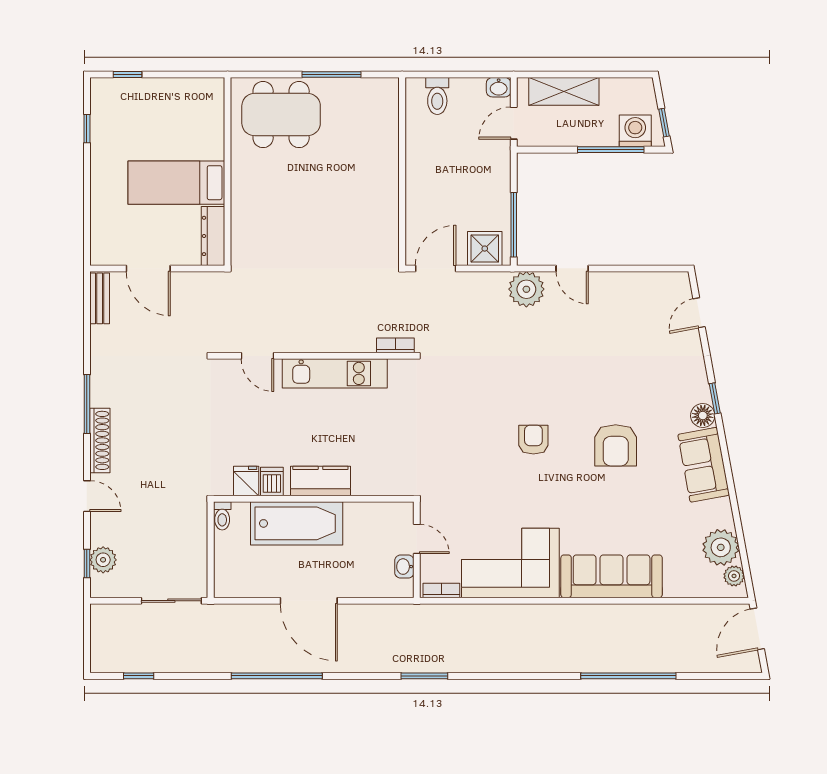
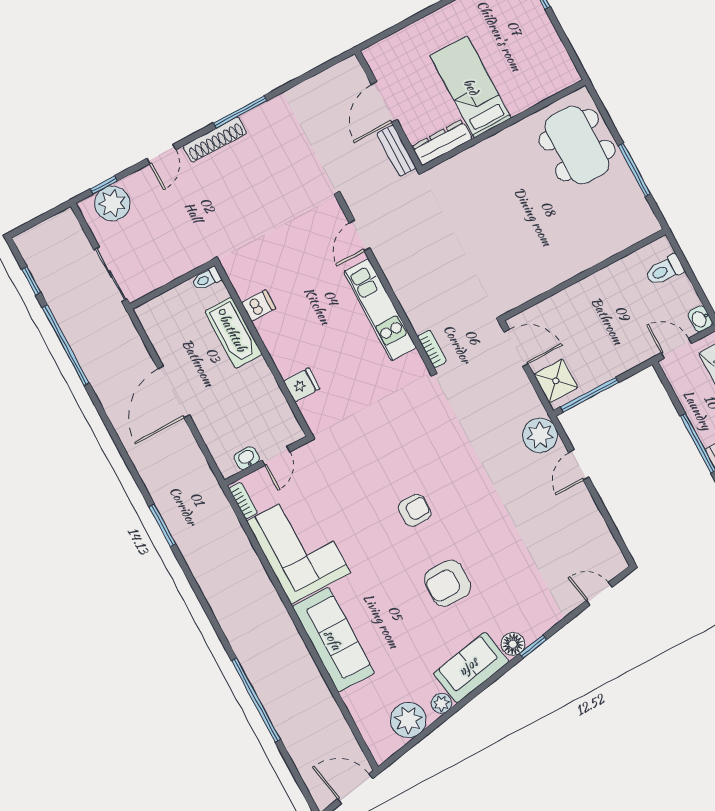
bench: (100, 298) -> (396, 151), moved, turned 90
fridge: (246, 481) -> (302, 385), moved
kitchen counter: (320, 481) -> (281, 347), removed
bathtub: (297, 523) -> (233, 333), width x0.73, depth x0.73
plant: (103, 560) -> (112, 203), width x1.36, depth x1.36
plant: (734, 576) -> (441, 703), moved
window: (277, 676) -> (66, 345), moved

